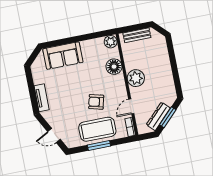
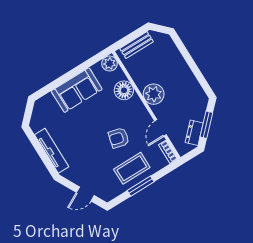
sofa: (63, 56) -> (77, 90), moved
tv unit: (42, 98) -> (52, 151), width x1.41
dresser: (158, 116) -> (194, 133), width x0.70
coffee table: (97, 129) -> (132, 168), width x0.73, depth x0.76

